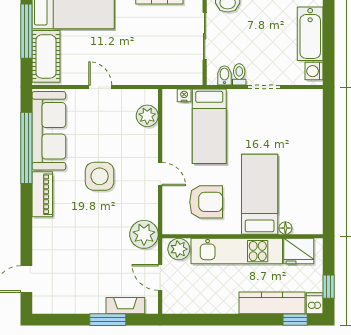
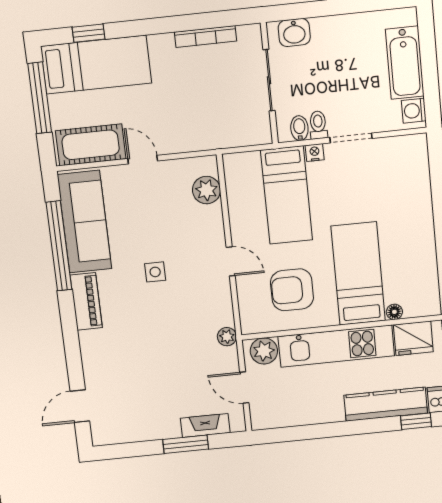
cot: (46, 56) -> (91, 145), moved, turned 90
nightstand: (184, 95) -> (315, 153), moved
side table: (100, 176) -> (155, 272), width x0.54, depth x0.54
armchair: (206, 202) -> (292, 290), turned 180
plant: (144, 234) -> (227, 337), width x0.53, depth x0.53

